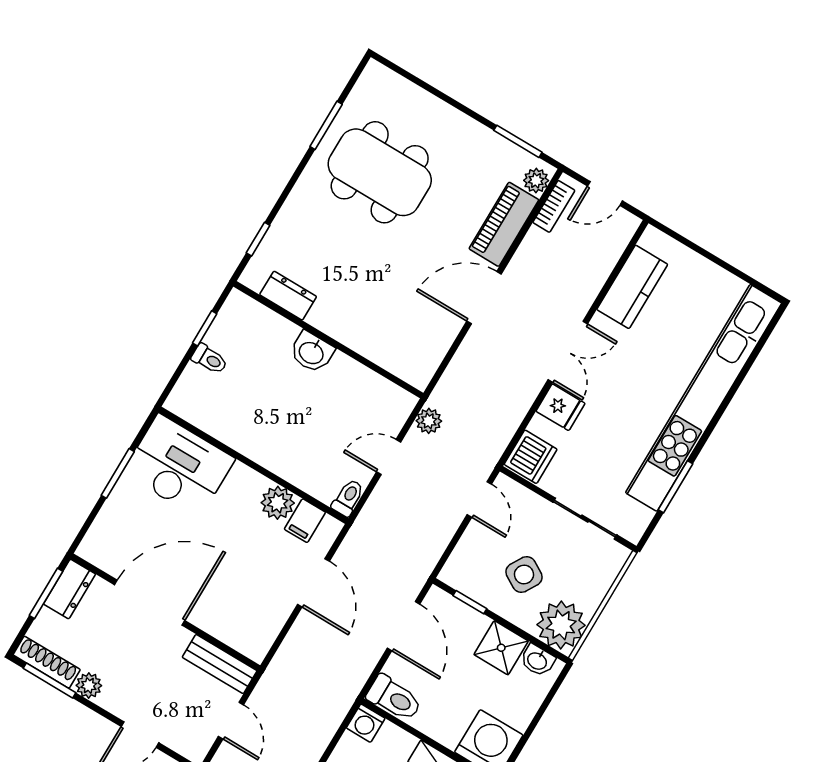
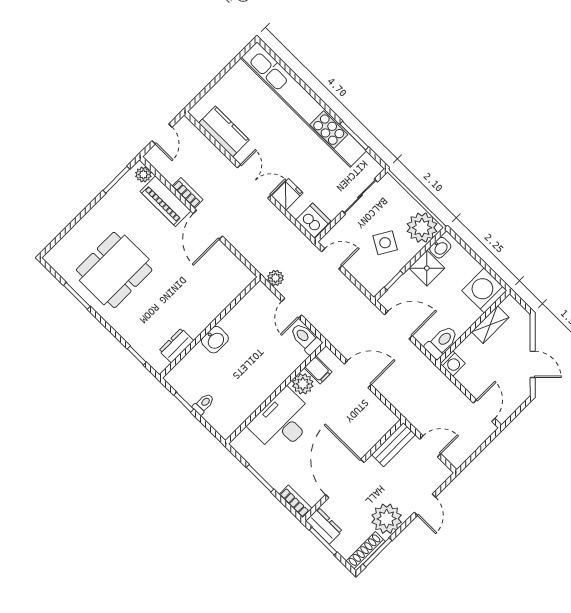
bookcase: (554, 206) -> (188, 193), moved
desk: (179, 466) -> (282, 422), moved
toilet: (348, 498) -> (306, 338), width x1.37, depth x1.39
bookcase: (96, 536) -> (296, 501), added
plant: (89, 685) -> (387, 519), width x1.88, depth x1.88

